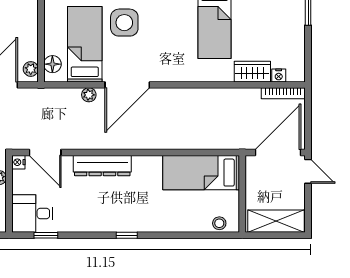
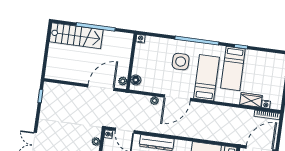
bed: (85, 44) -> (207, 78), moved

